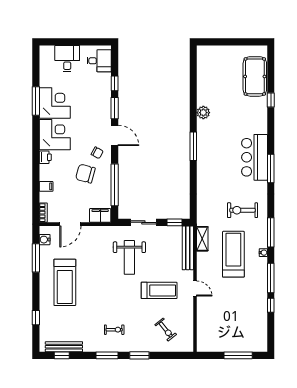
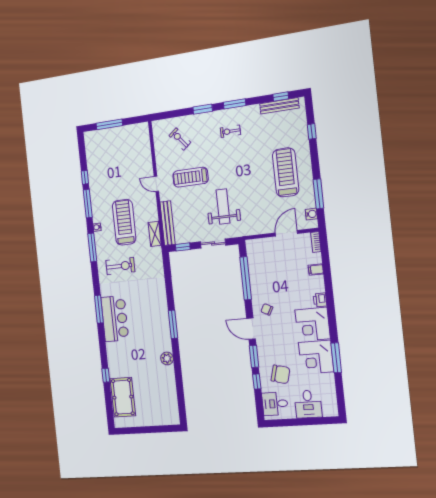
chair: (85, 174) -> (281, 374), moved
filing cabinet: (100, 215) -> (257, 246), removed
treadmill: (233, 254) -> (124, 222), turned 180

